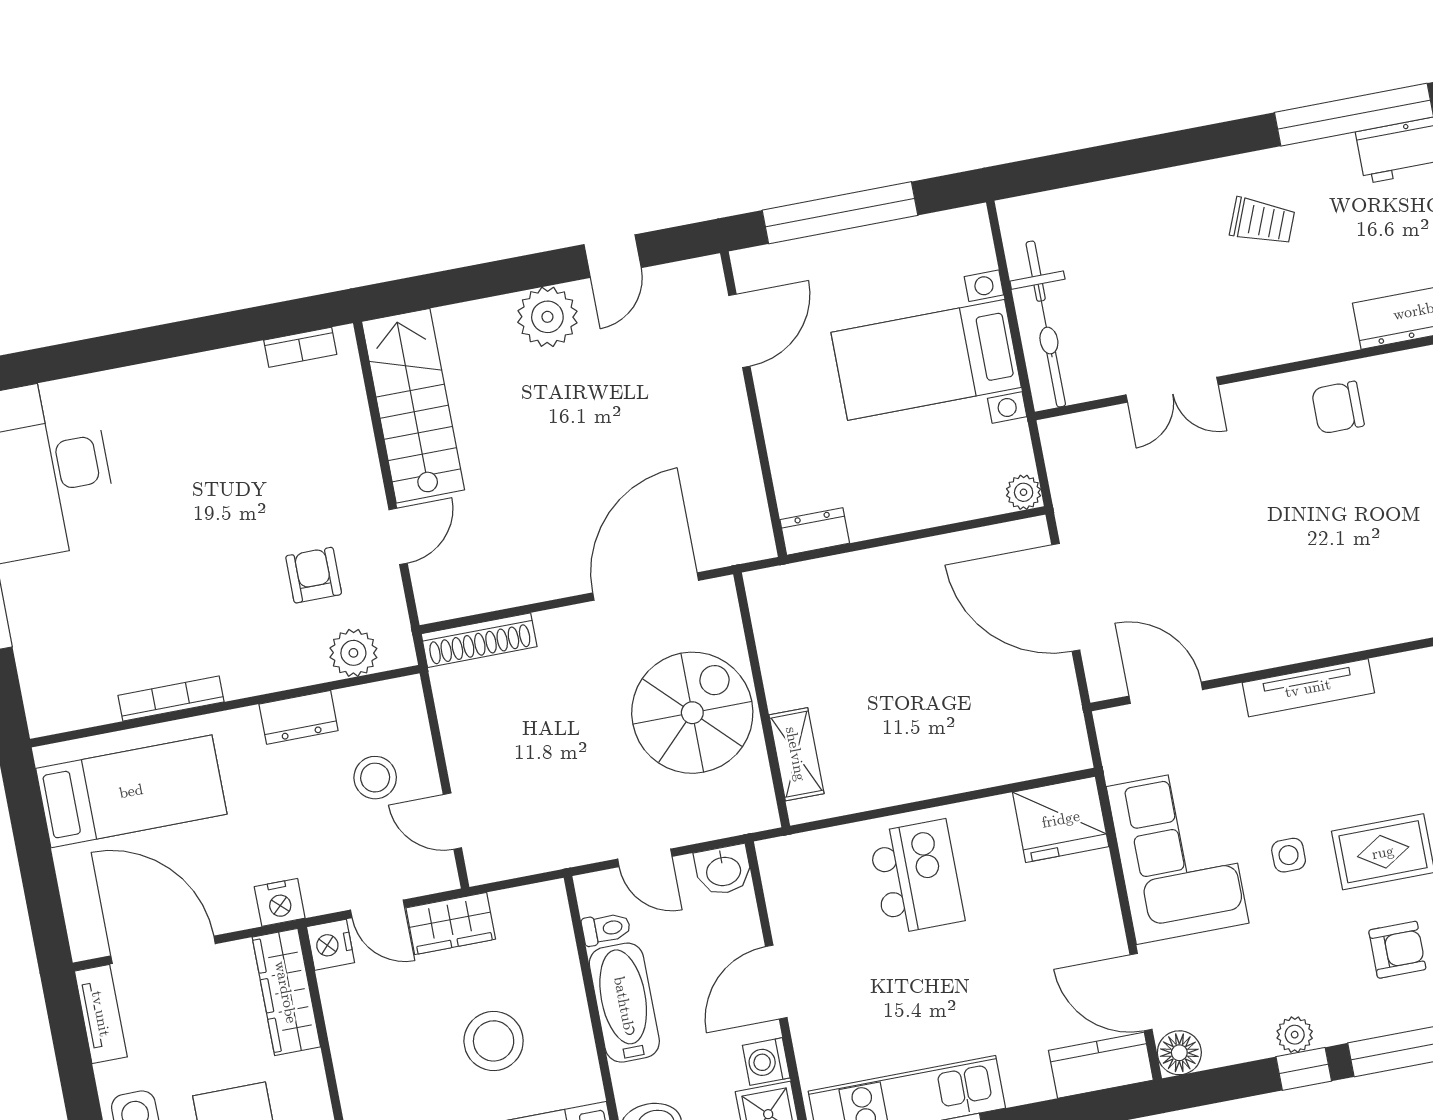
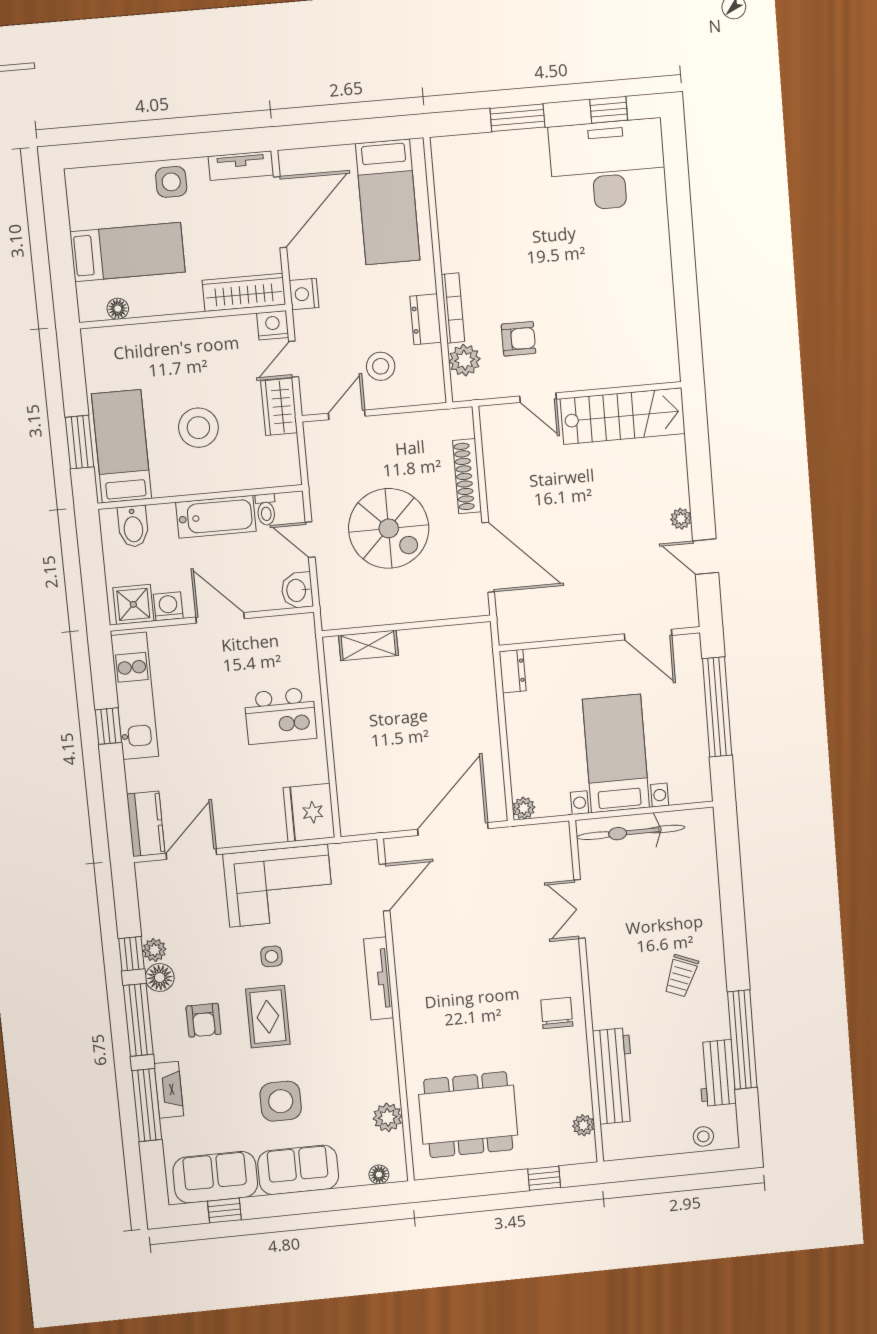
plant: (547, 317) -> (681, 519), width x0.53, depth x0.53
bookcase: (300, 347) -> (669, 345), removed
shoe rack: (479, 640) -> (467, 476), moved
bookcase: (171, 699) -> (453, 308), moved
spiral stairs: (692, 713) -> (389, 528), moved
door: (645, 858) -> (310, 540), hinge flipped
floor lamp: (1179, 1053) -> (160, 978), moved

